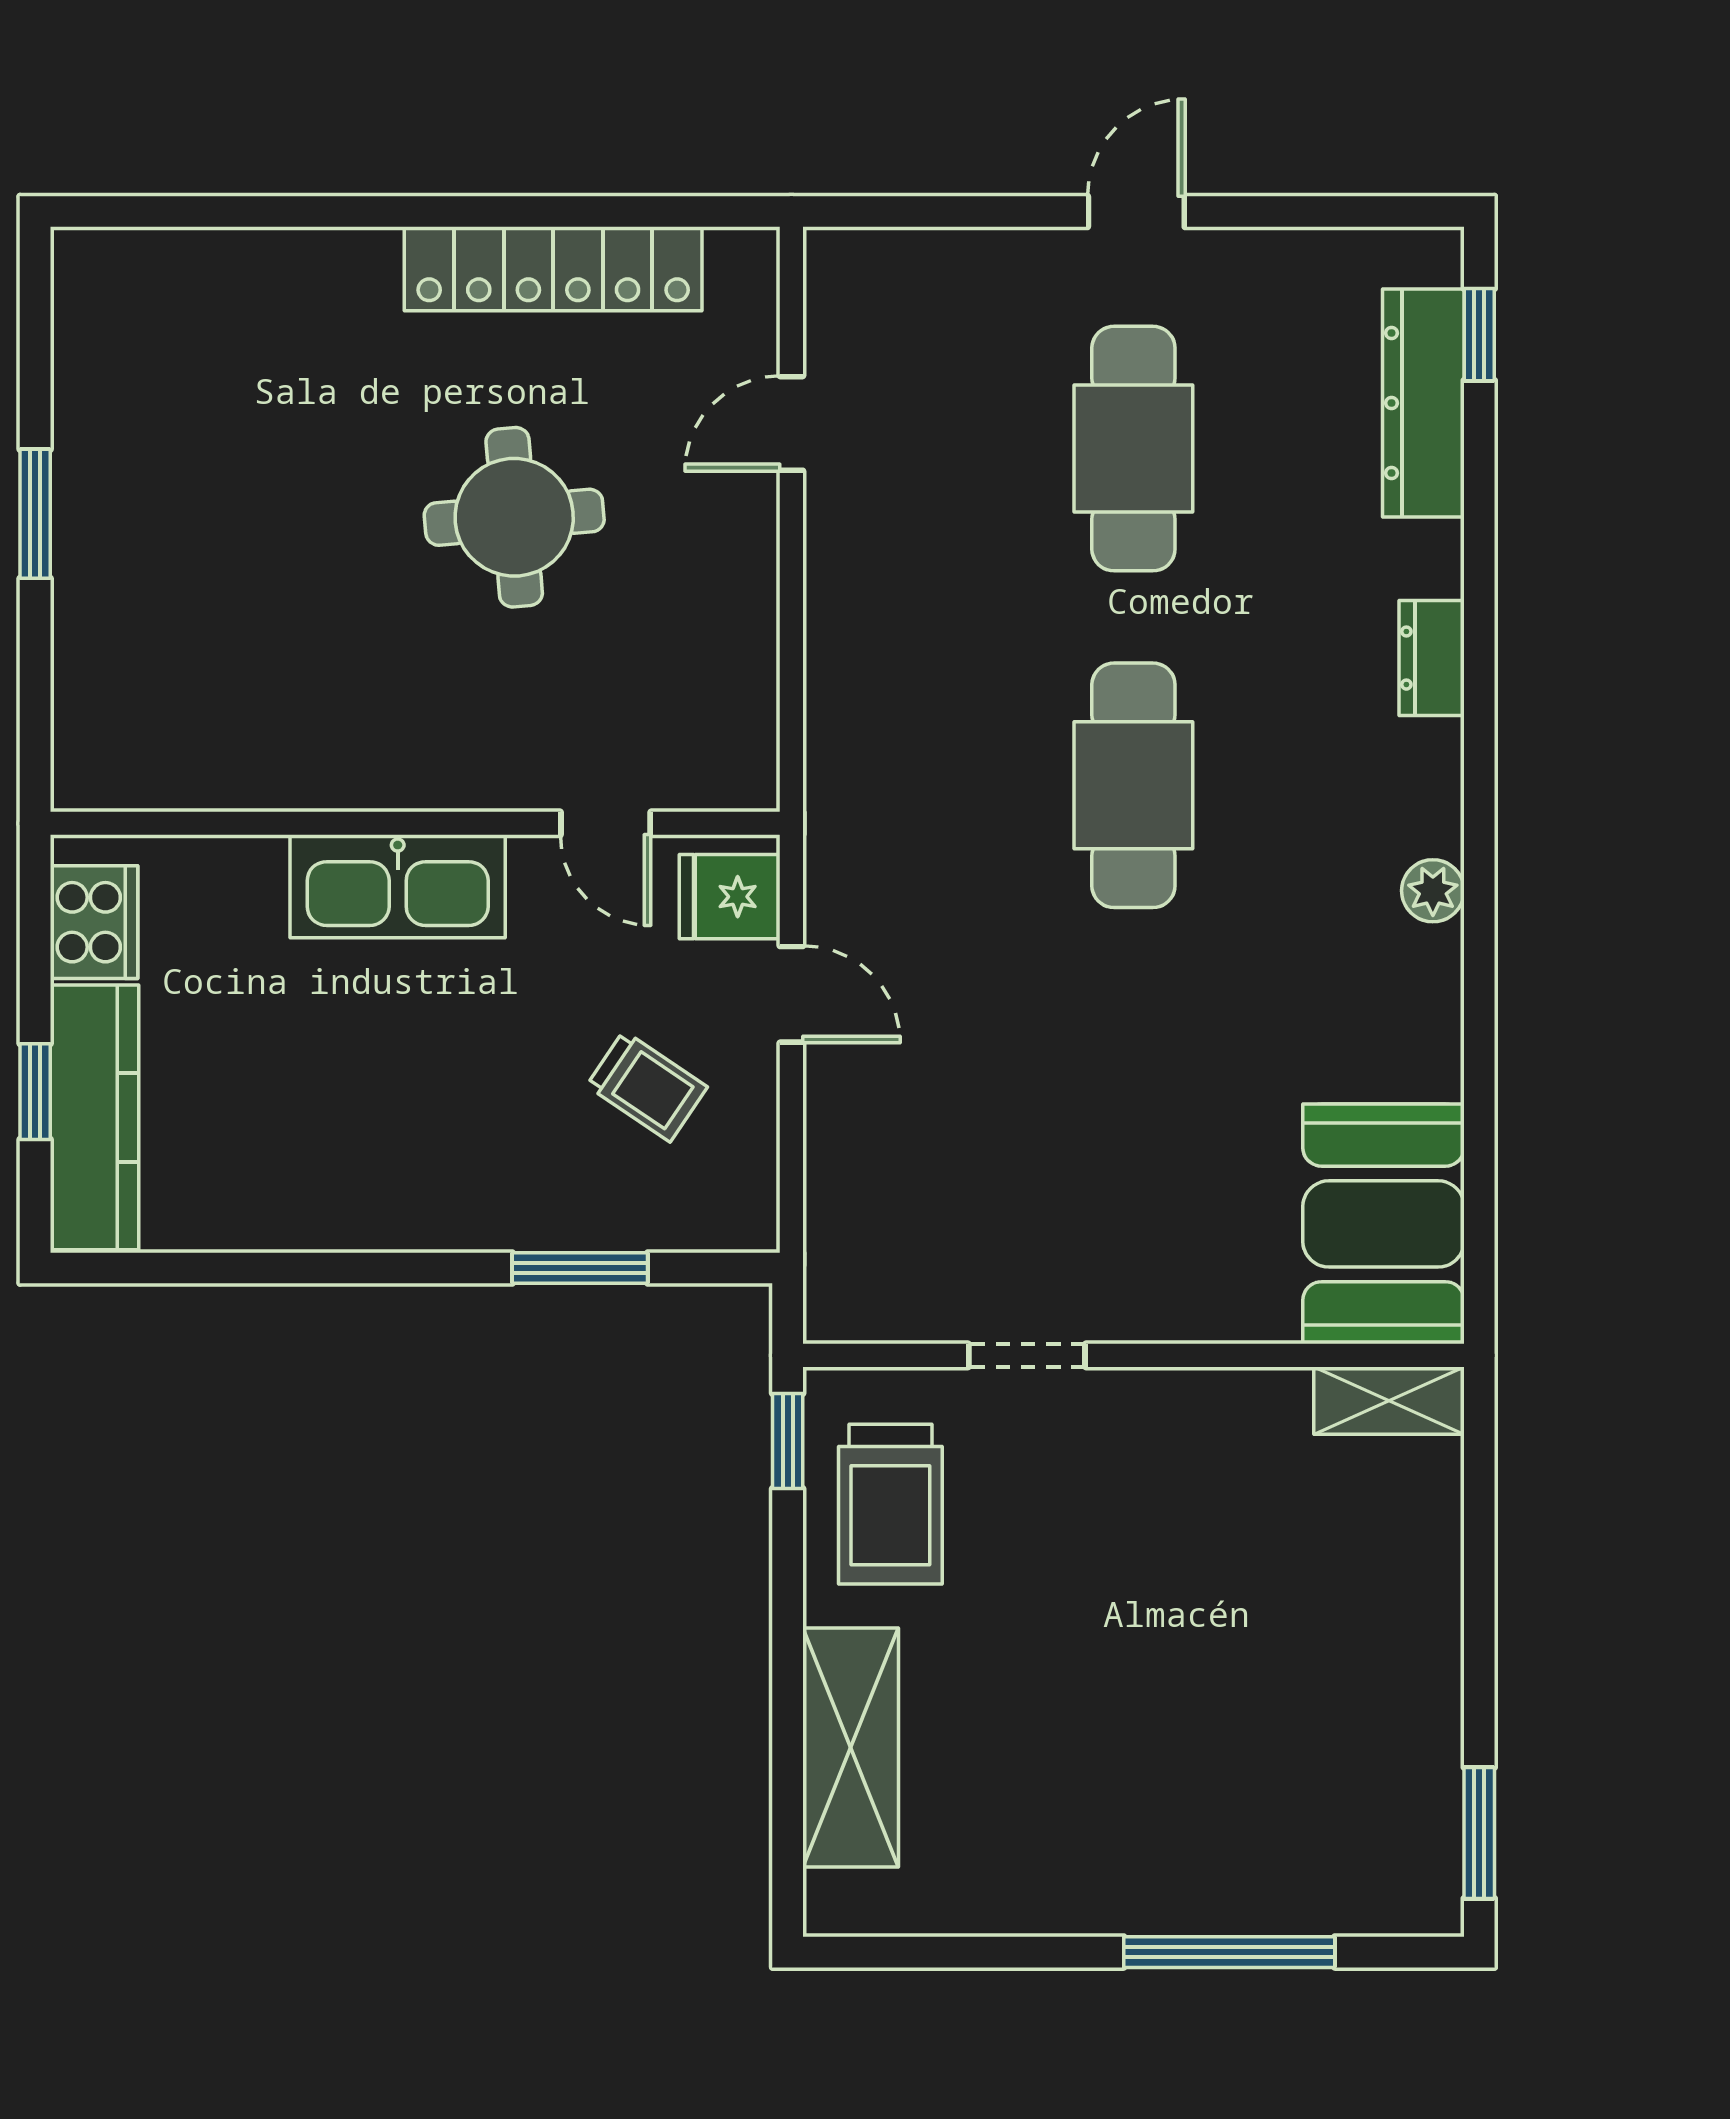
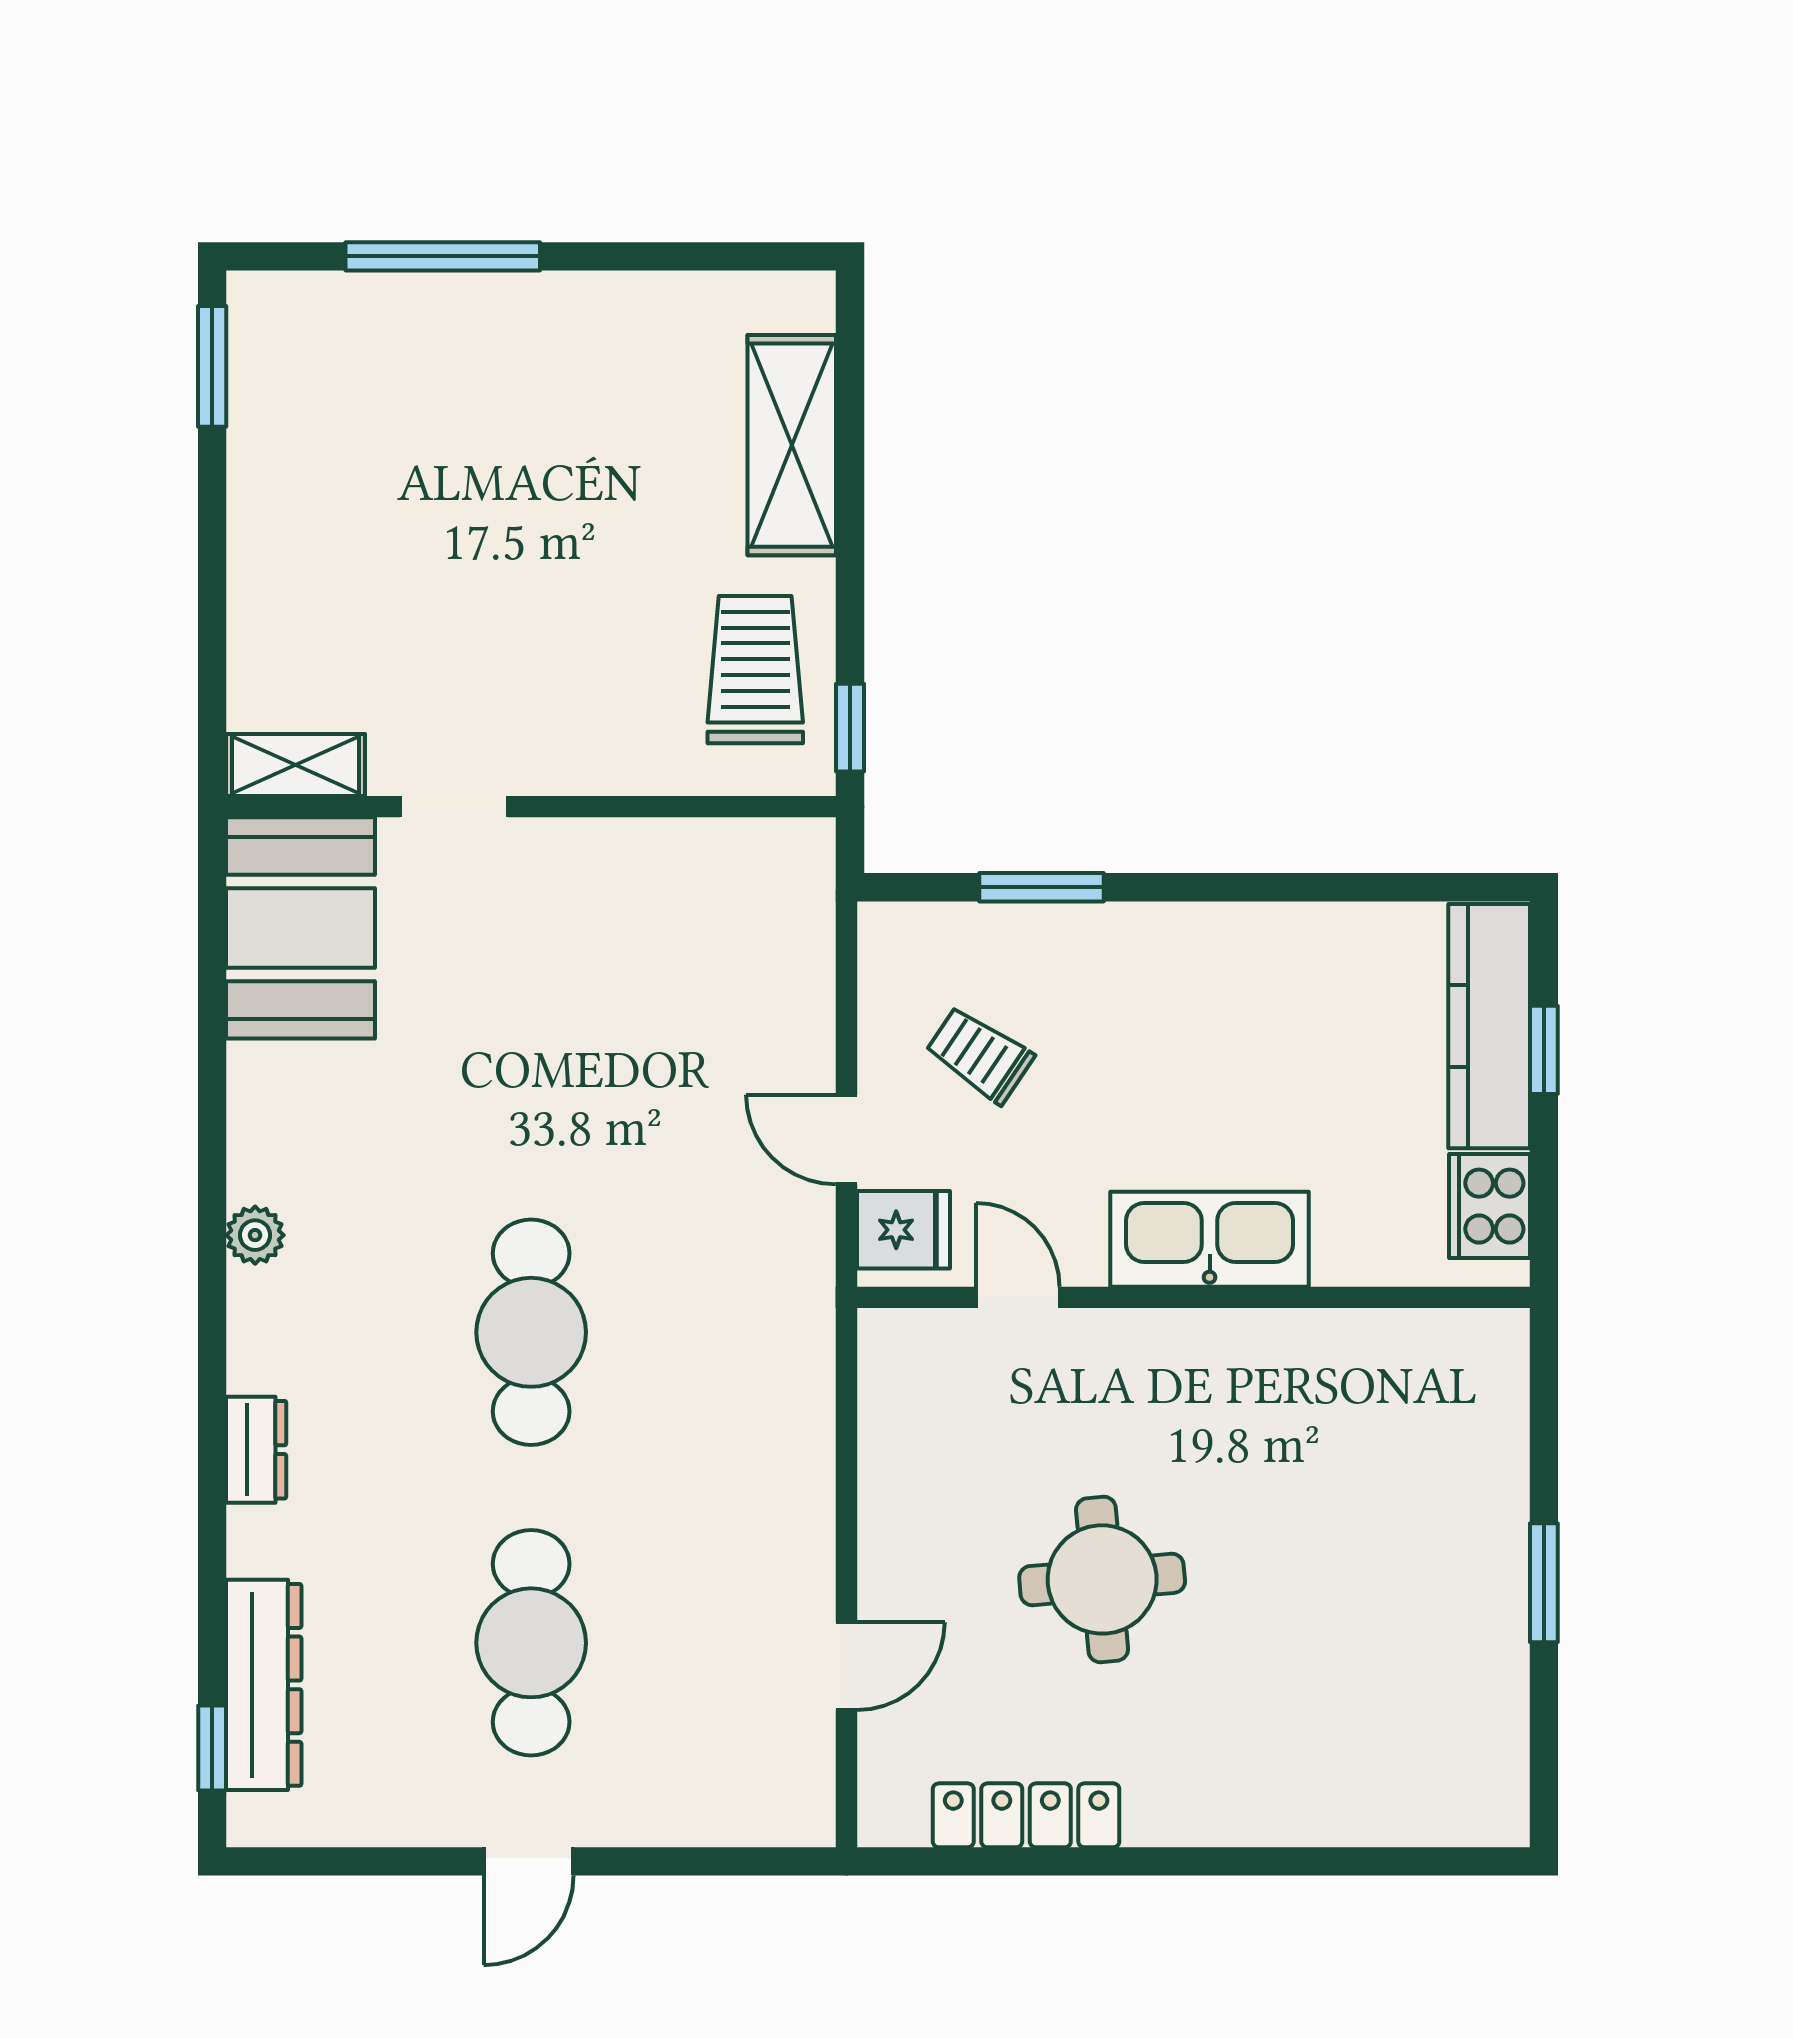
locker: (553, 269) -> (1026, 1815), width x0.71, depth x0.83
doorway: (1027, 1355) -> (454, 807), moved

